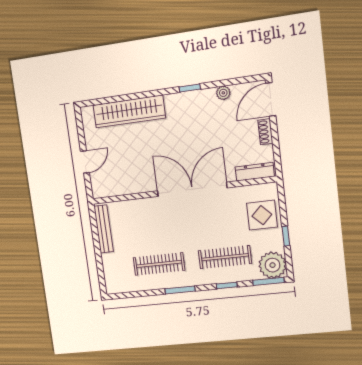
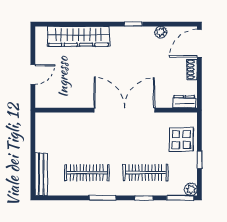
dresser: (255, 172) -> (184, 102), width x0.70
bench: (104, 229) -> (41, 174), moved
plant: (273, 265) -> (191, 189), width x0.53, depth x0.53

